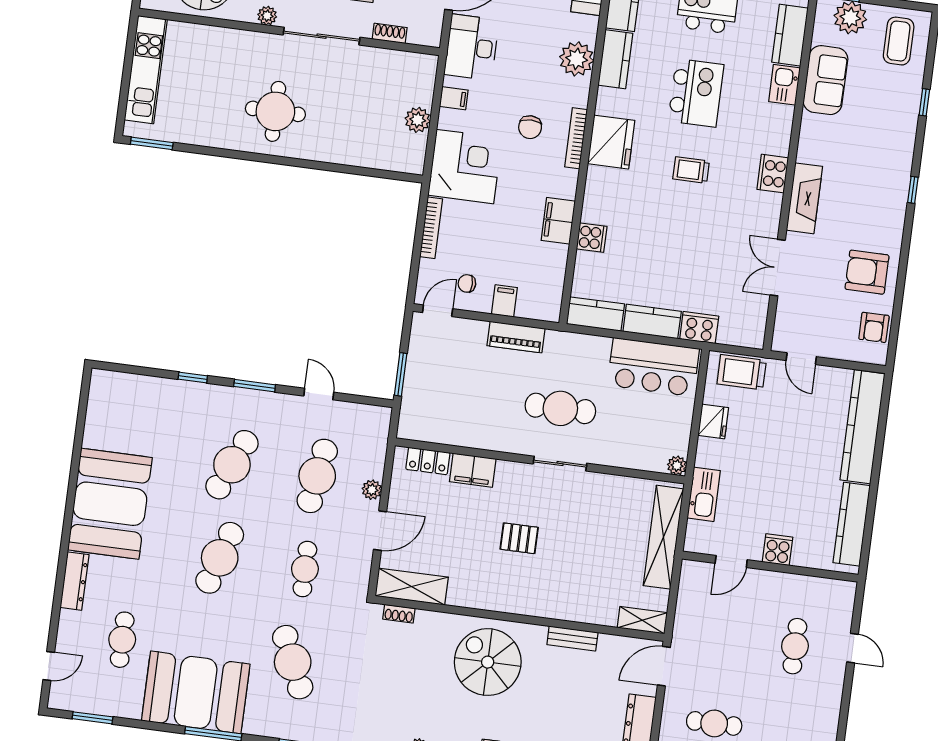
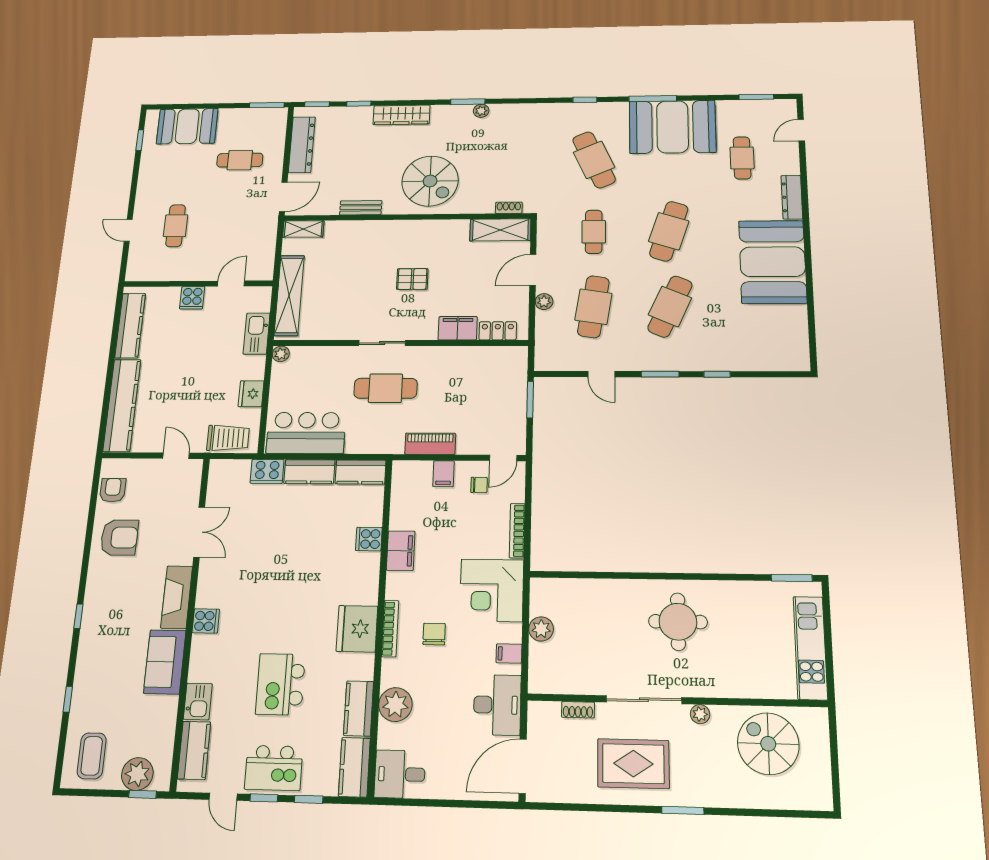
sofa: (826, 80) -> (165, 662), moved
trolley: (691, 170) -> (281, 611), removed
cooker: (773, 174) -> (206, 621), width x0.73

